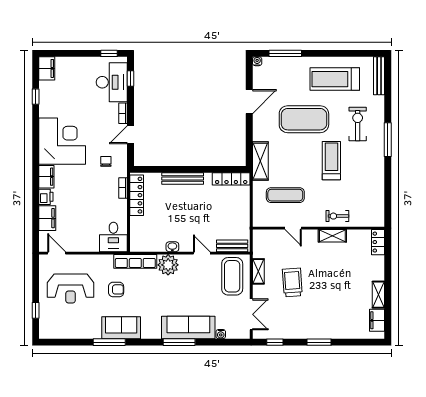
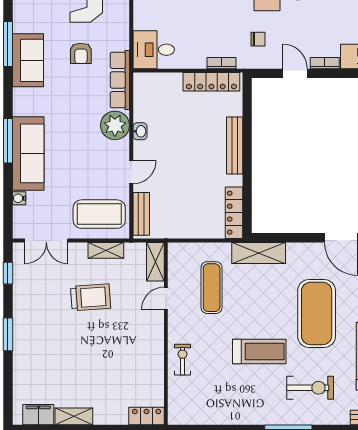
shelving: (332, 236) -> (155, 262), moved

